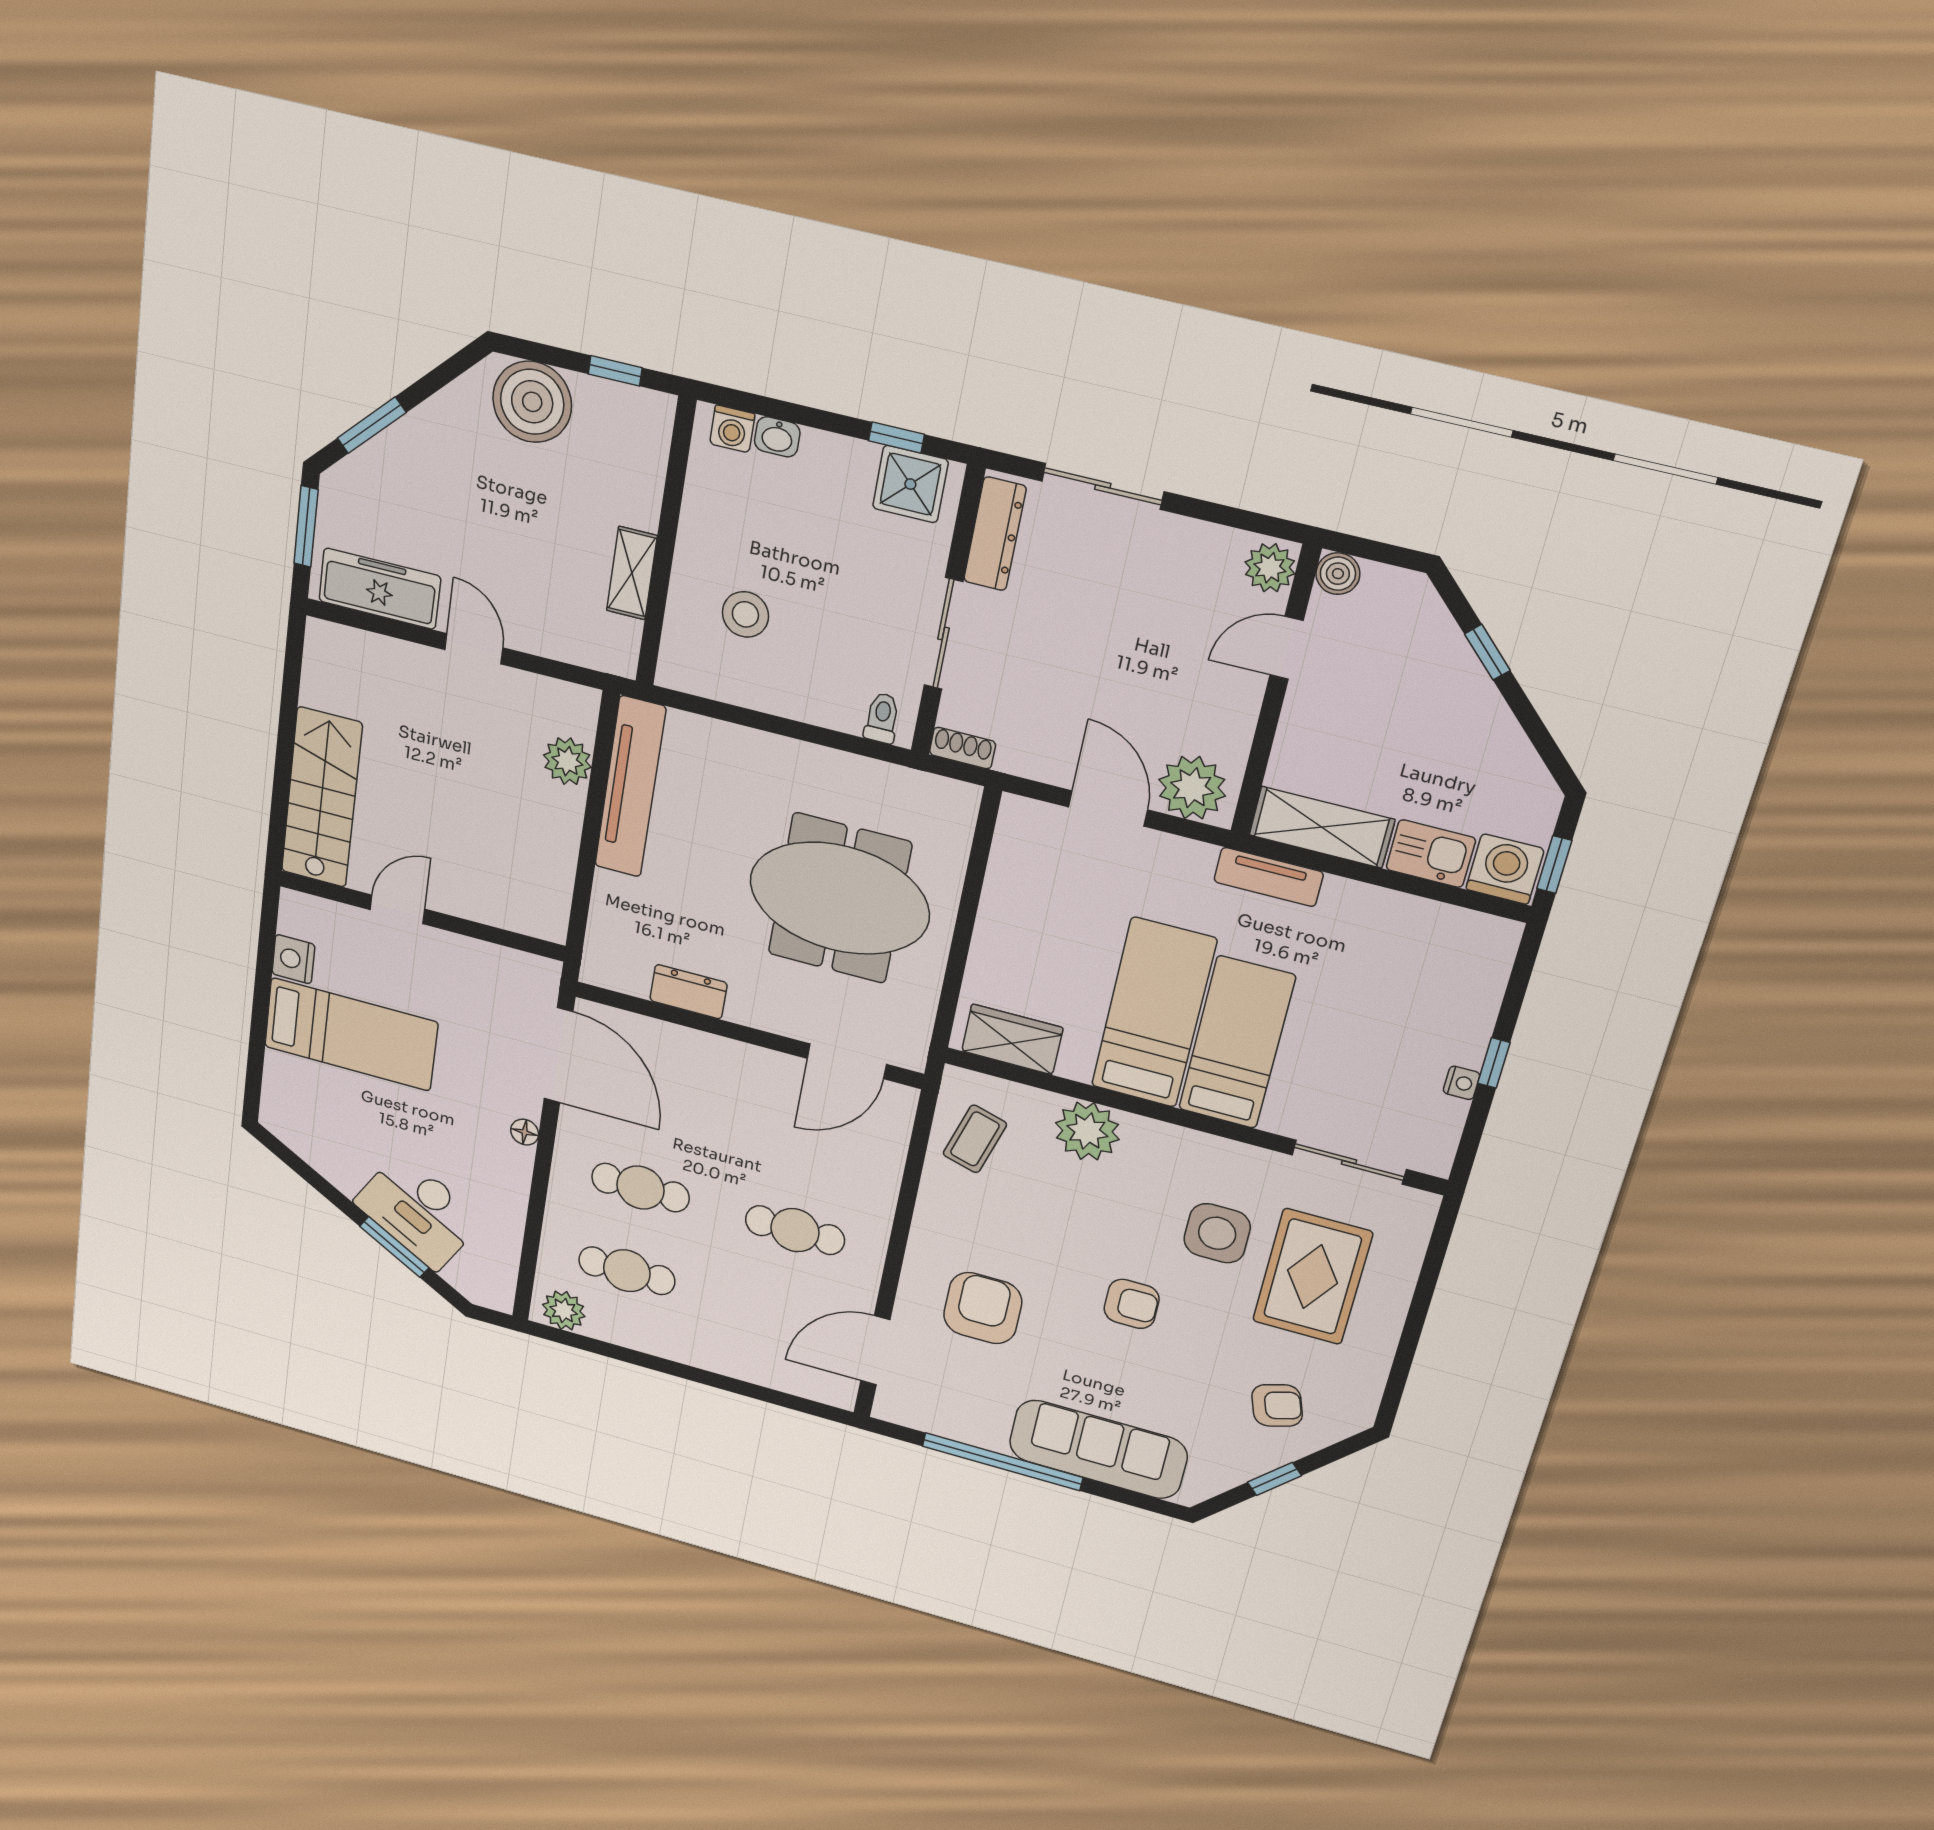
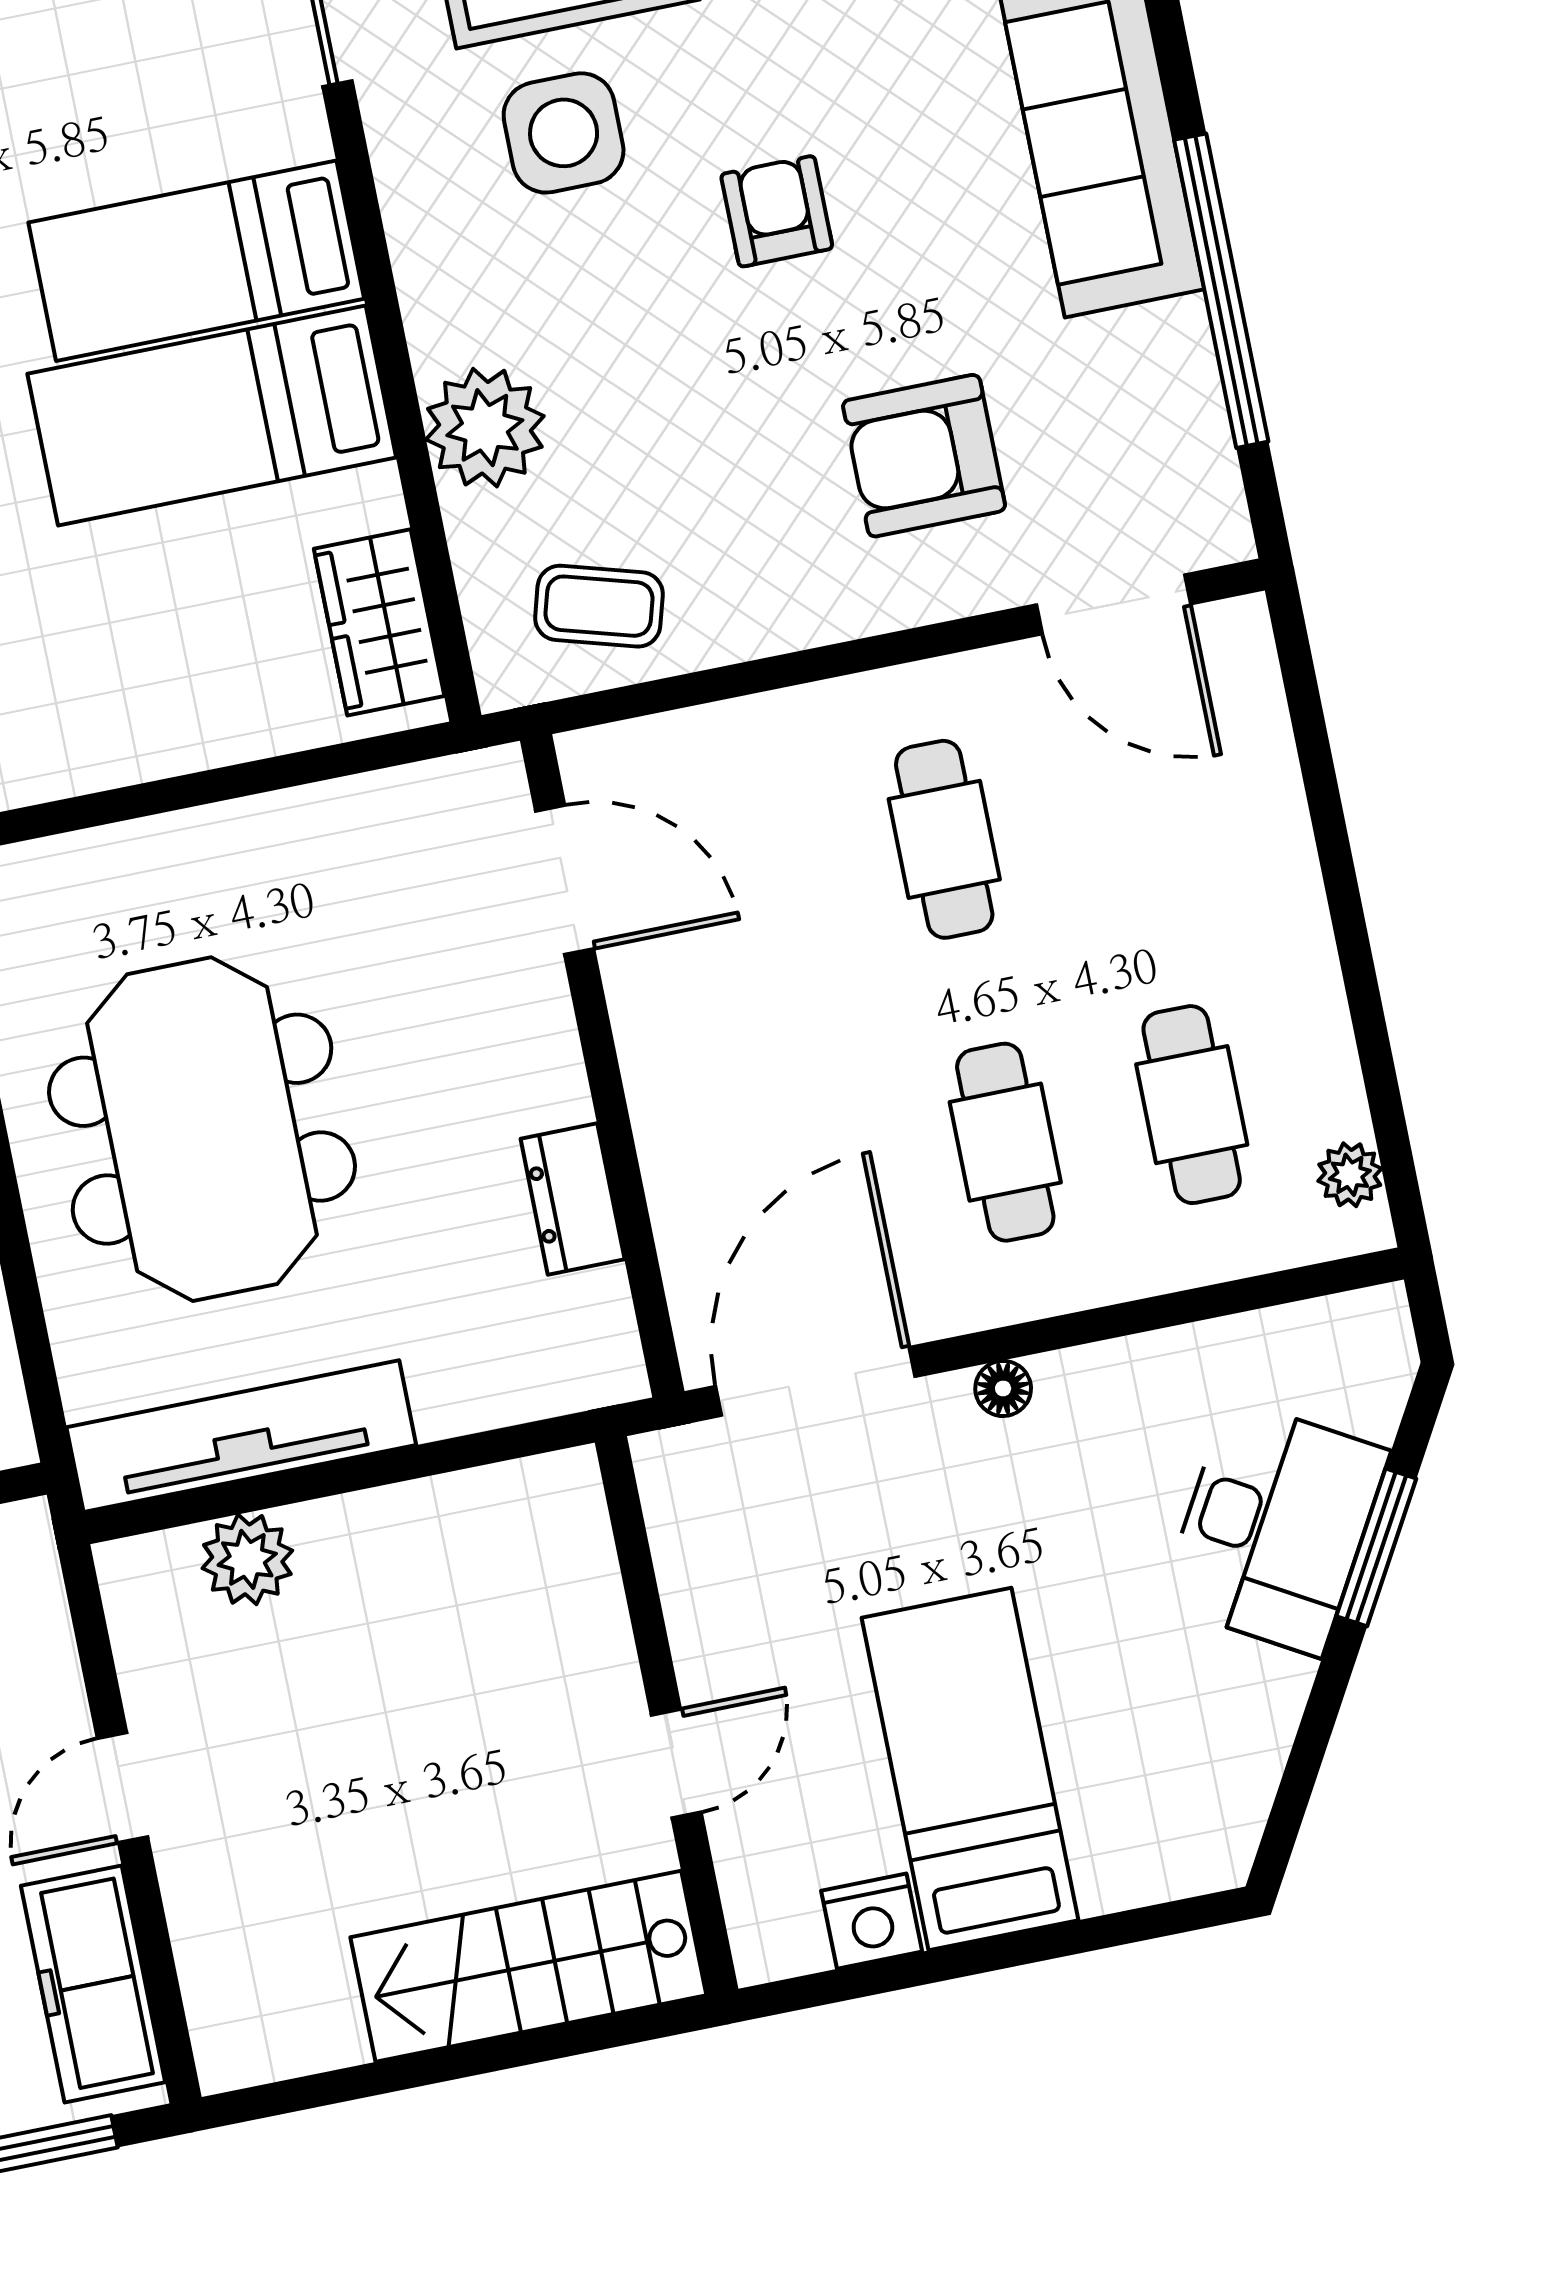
meeting table: (840, 898) -> (202, 1129), moved
door: (397, 909) -> (676, 1763), swing flipped
plant: (564, 1311) -> (1350, 1175), width x0.73, depth x0.73

